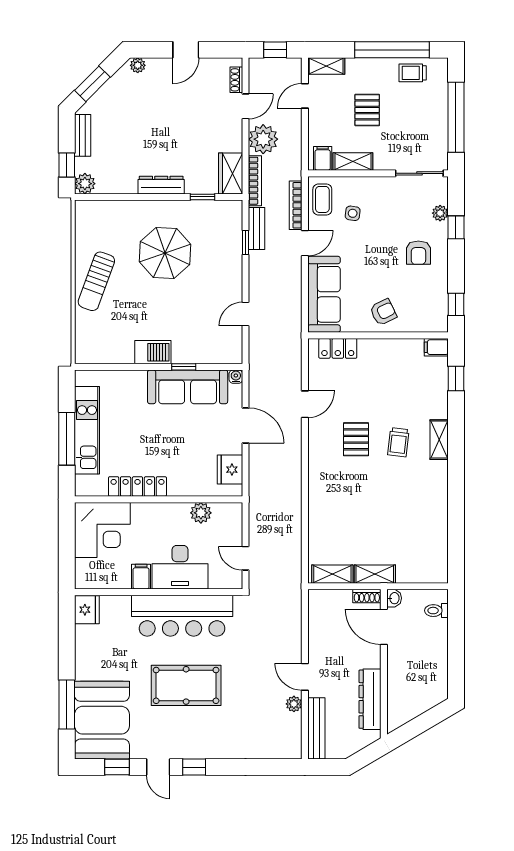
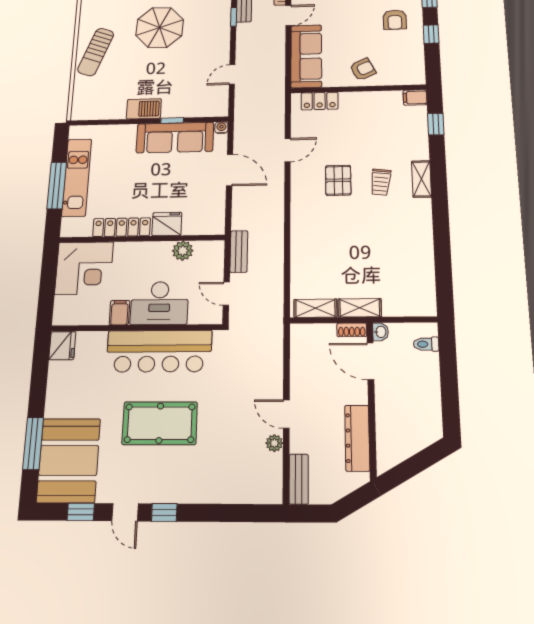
window: (456, 304) -> (431, 34), moved
fridge: (230, 470) -> (167, 224), moved, turned 90
bench: (257, 515) -> (239, 252), added
bench: (316, 728) -> (299, 479), width x0.73

